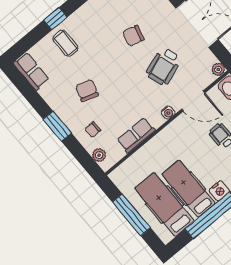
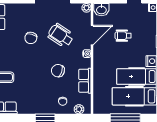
wheelchair: (164, 67) -> (61, 35), turned 143
chair: (87, 90) -> (58, 71), moved

